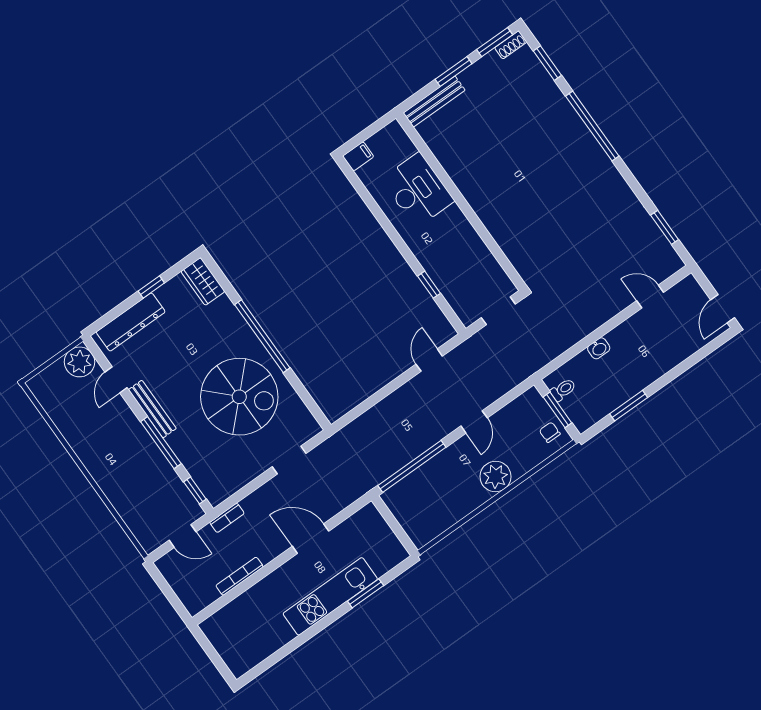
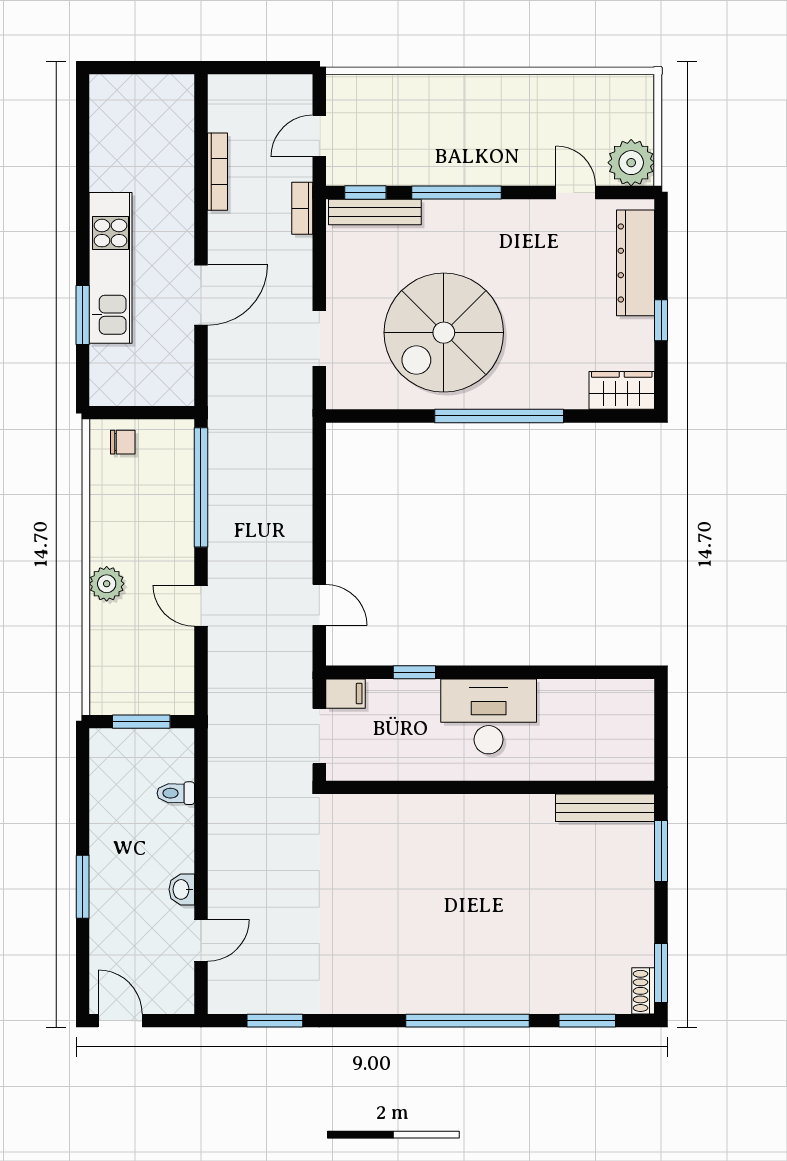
window: (454, 71) -> (661, 851), moved
bench: (434, 102) -> (605, 808), moved, turned 90
filing cabinet: (358, 156) -> (345, 694), moved, turned -90
desk: (418, 190) -> (489, 716), moved, turned 180
washbasin: (599, 348) -> (182, 889), moved
toilet: (563, 390) -> (176, 793), moved, turned 90
window: (629, 406) -> (83, 887), moved
bench: (152, 409) -> (375, 212), moved
chair: (550, 432) -> (123, 442), moved
plant: (495, 477) -> (107, 584), width x0.73, depth x0.73

